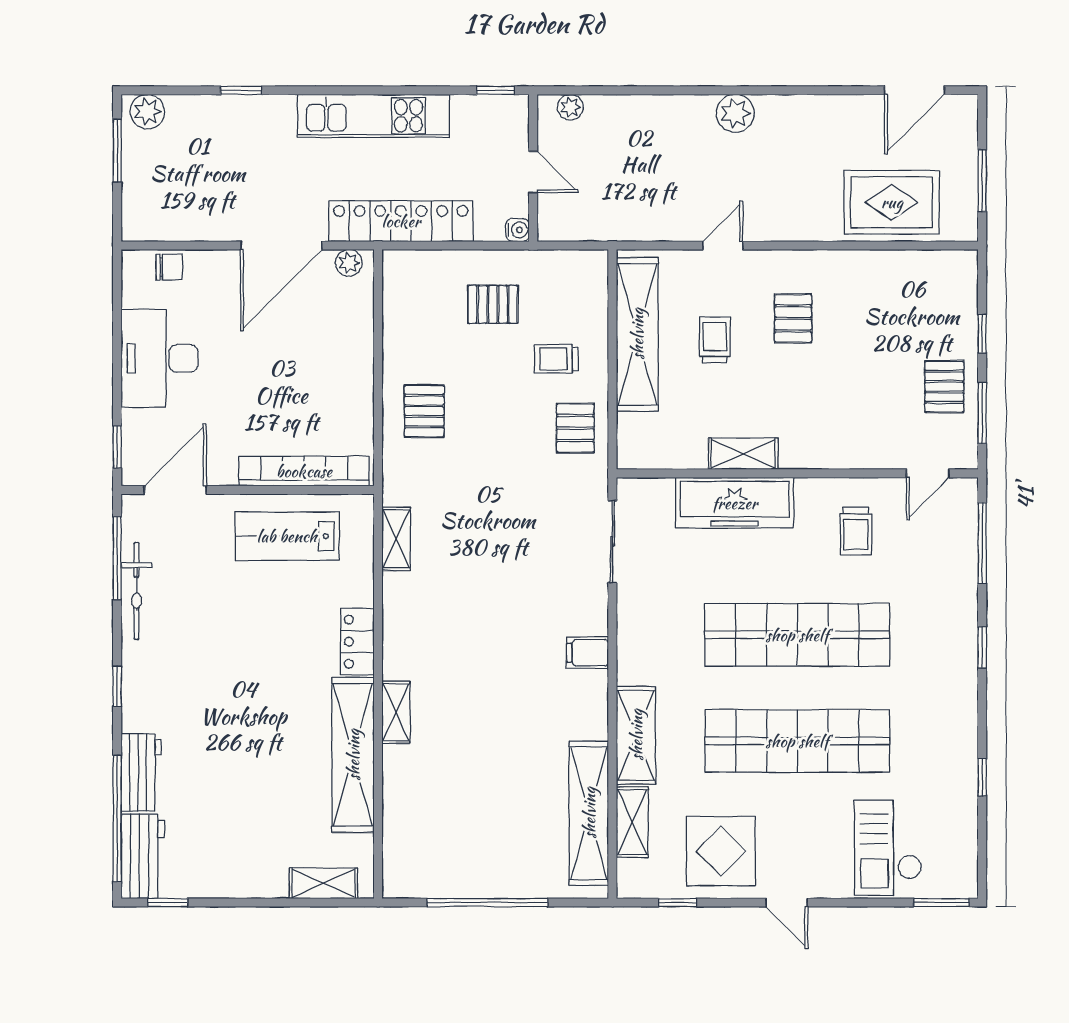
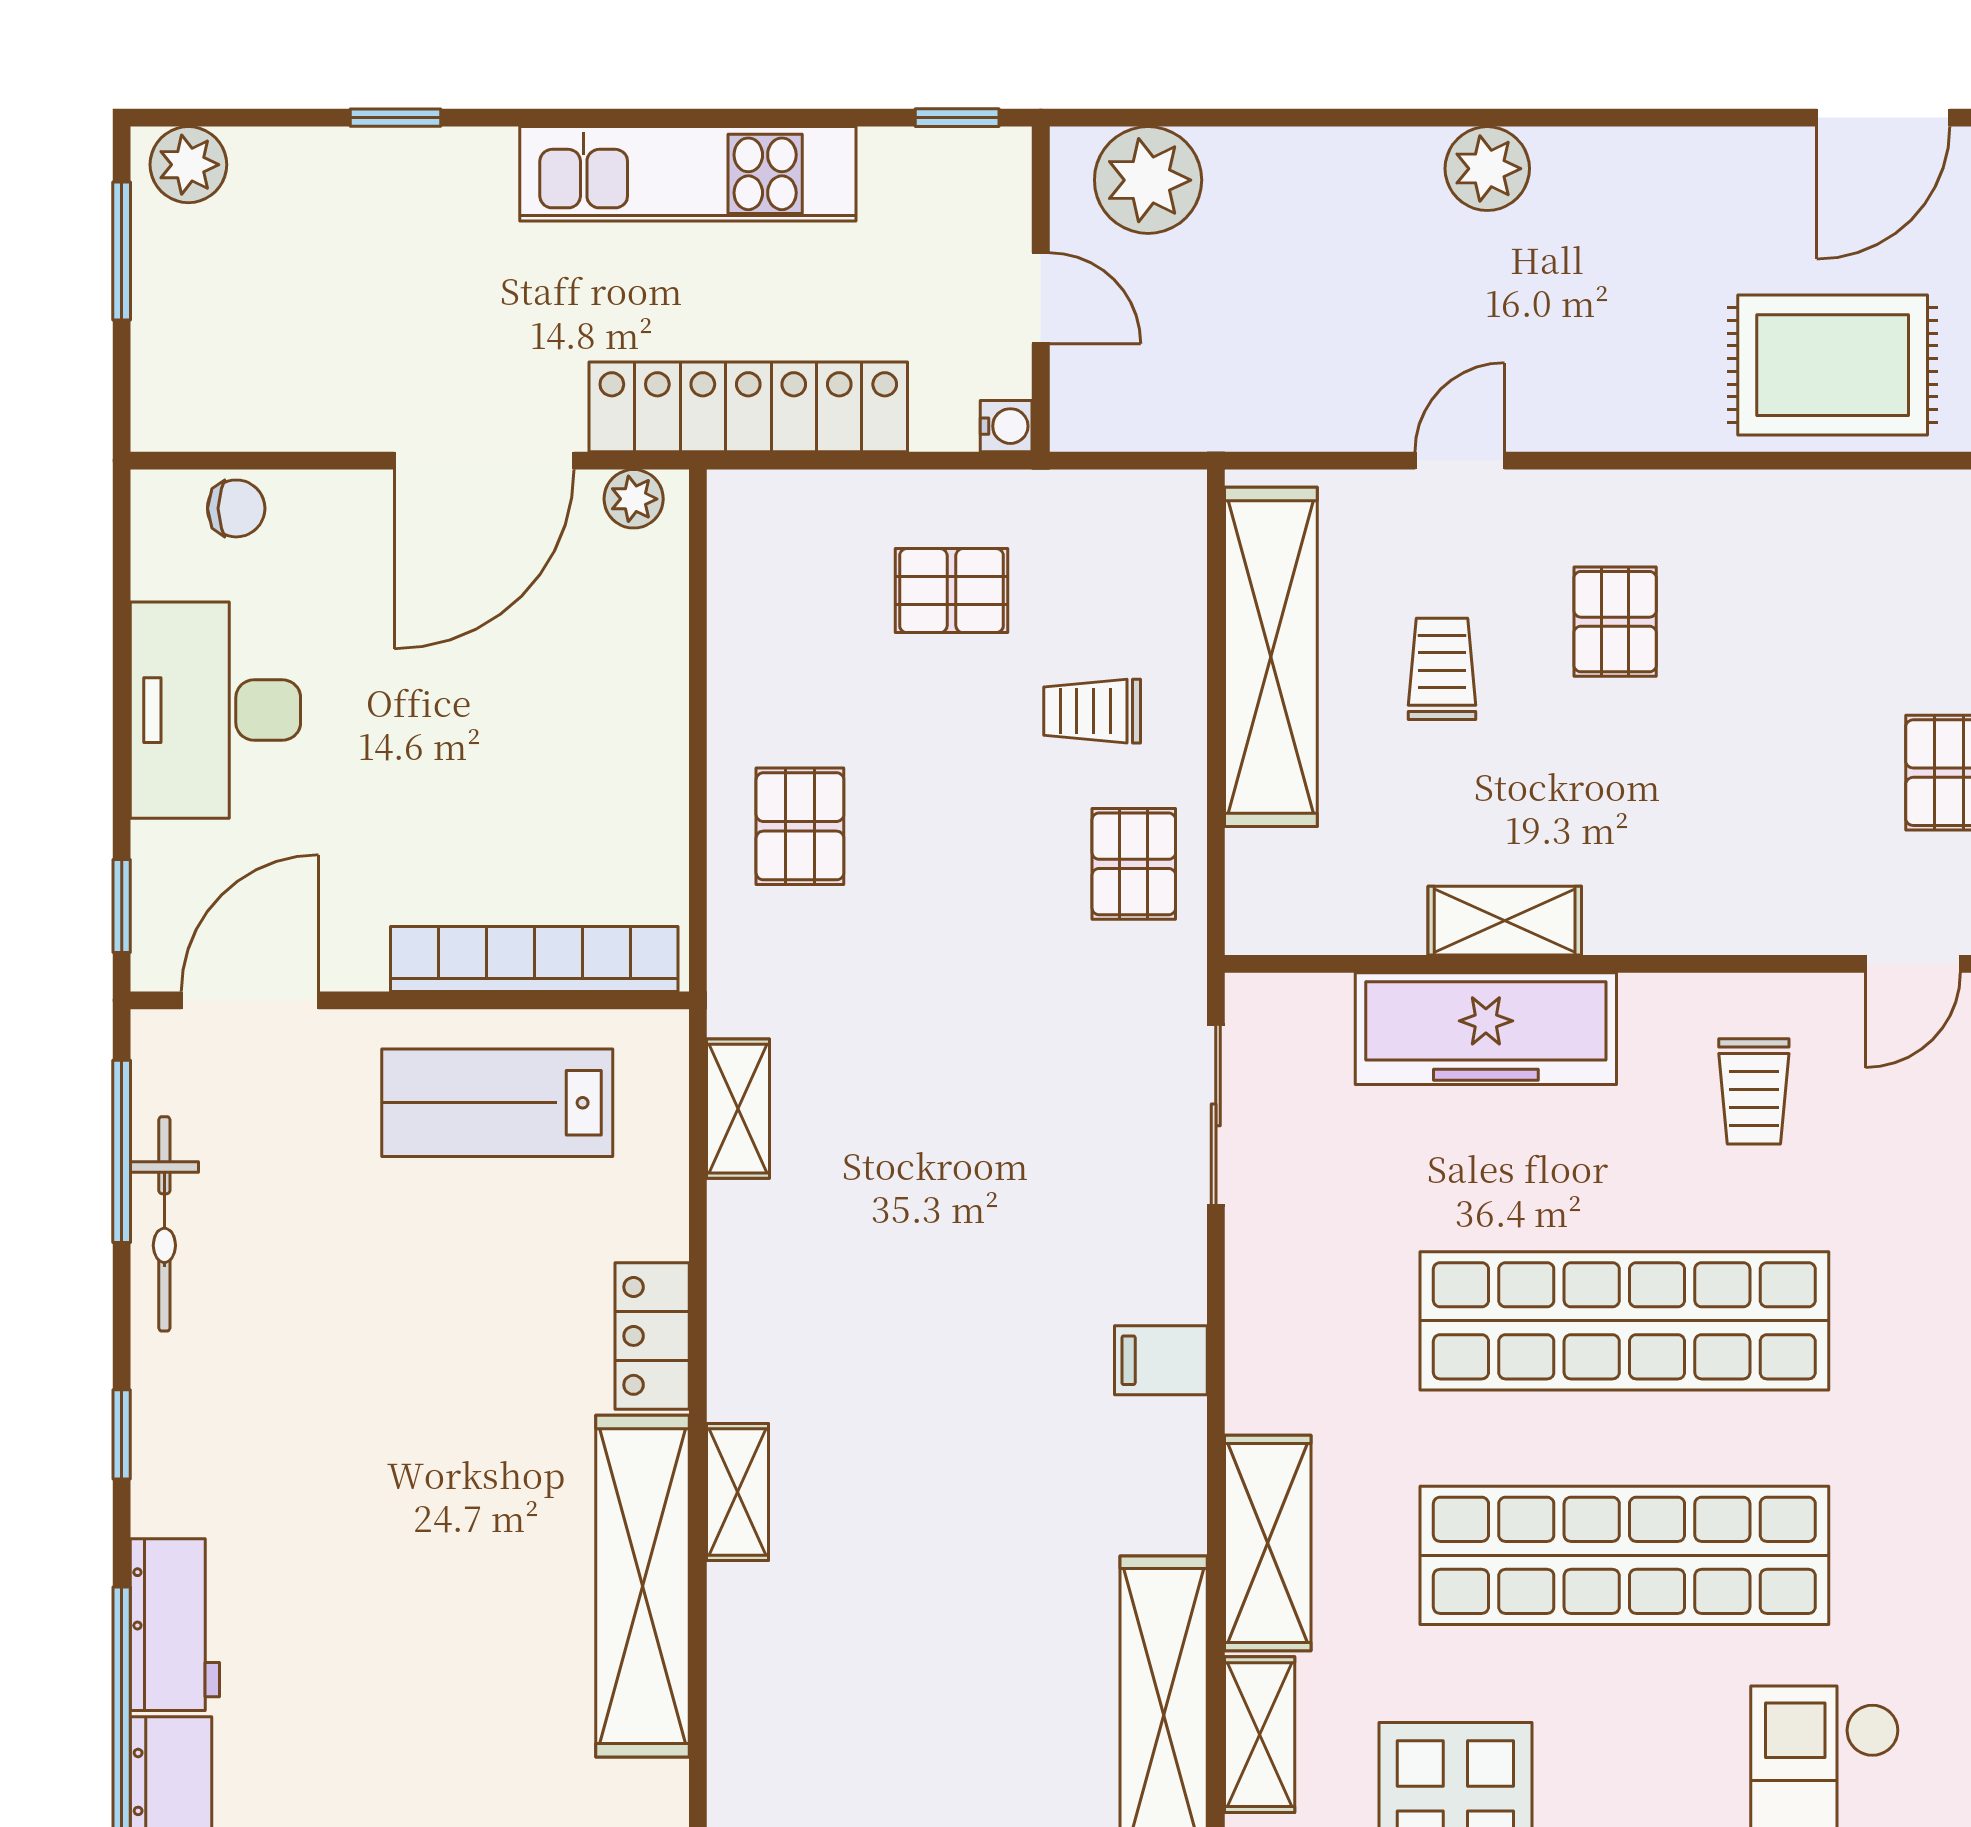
plant: (570, 107) -> (1148, 180), width x1.87, depth x1.87

